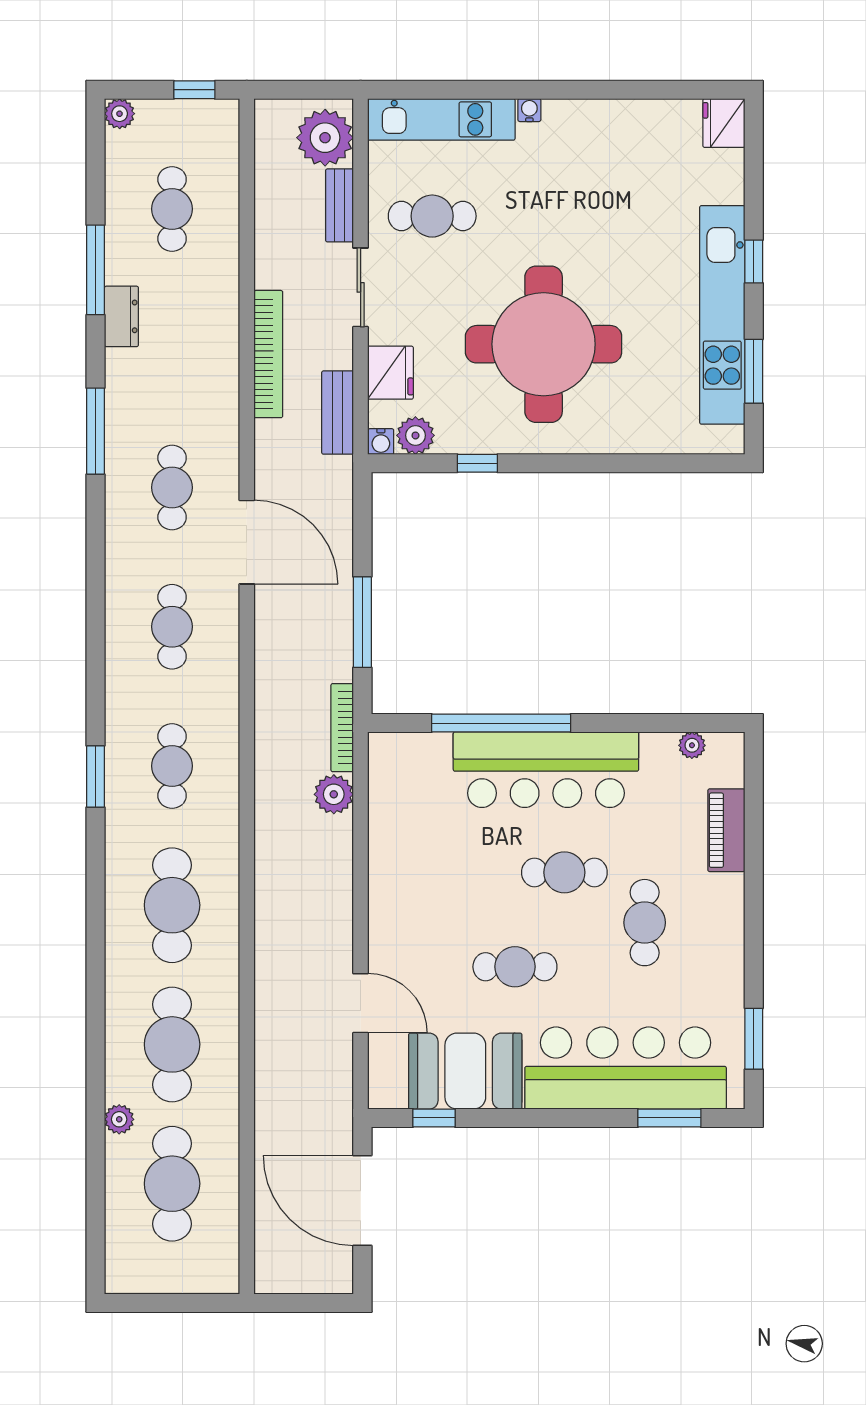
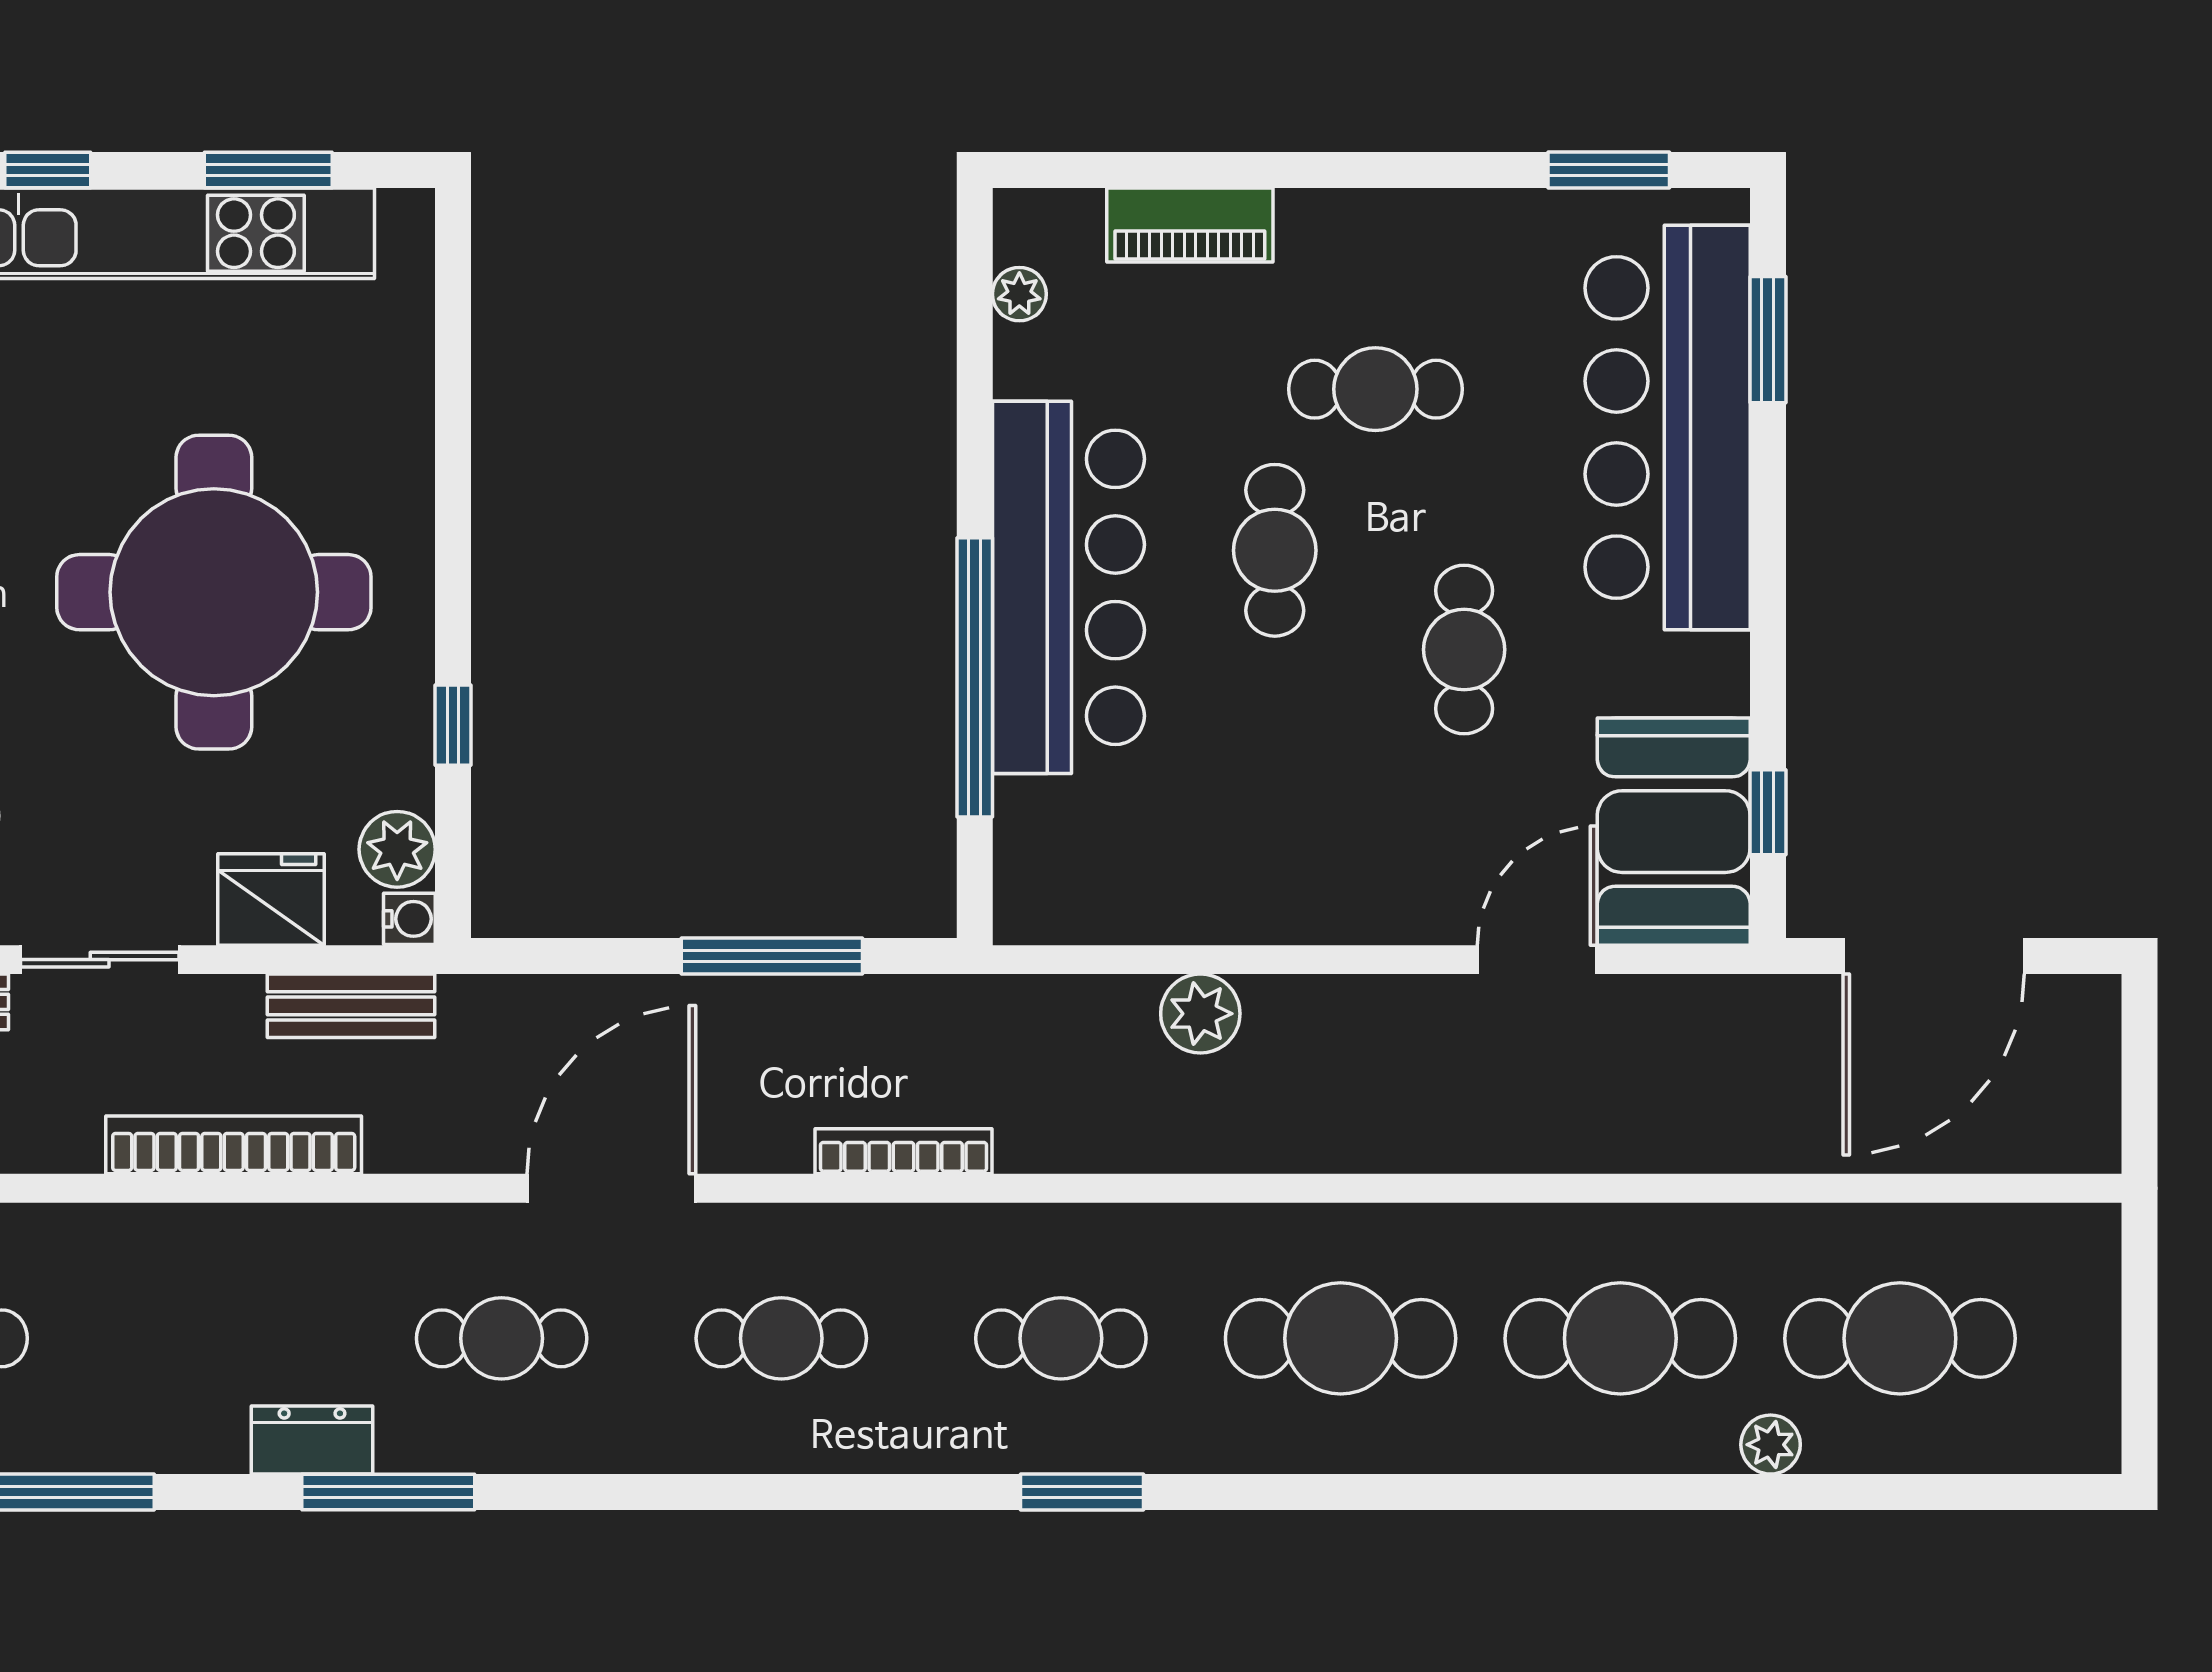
dresser: (121, 316) -> (312, 1440), moved
bookcase: (342, 728) -> (903, 1151), moved, turned 180
plant: (334, 794) -> (1200, 1014), moved
booth: (465, 1071) -> (1674, 832), moved

